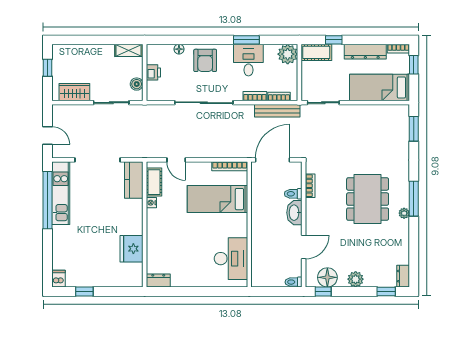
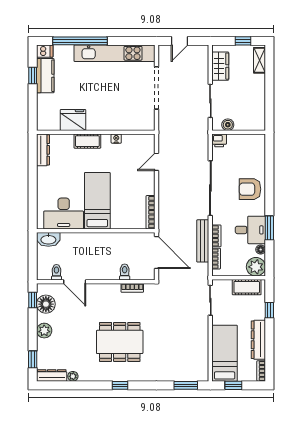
floor lamp: (179, 49) -> (261, 250), moved
shelving: (129, 50) -> (260, 60), moved
cot: (316, 52) -> (247, 287), moved, turned 90
window: (414, 65) -> (233, 385), moved
printer: (153, 72) -> (219, 140), moved
bench: (277, 111) -> (203, 241), moved
kitchen counter: (134, 180) -> (45, 76), moved, turned 90
cot: (154, 182) -> (87, 141), moved
kitchen unit: (61, 193) -> (114, 53), width x1.36
bed: (217, 199) -> (97, 201), moved
window: (414, 199) -> (120, 385), width x0.46
window: (48, 200) -> (80, 41), moved
washbasin: (294, 213) -> (48, 239), moved, turned 180
plant: (404, 213) -> (73, 376), moved
dresser: (403, 276) -> (52, 375), width x1.44
dresser: (158, 281) -> (43, 150), width x1.44
toilet: (294, 282) -> (56, 272), moved

